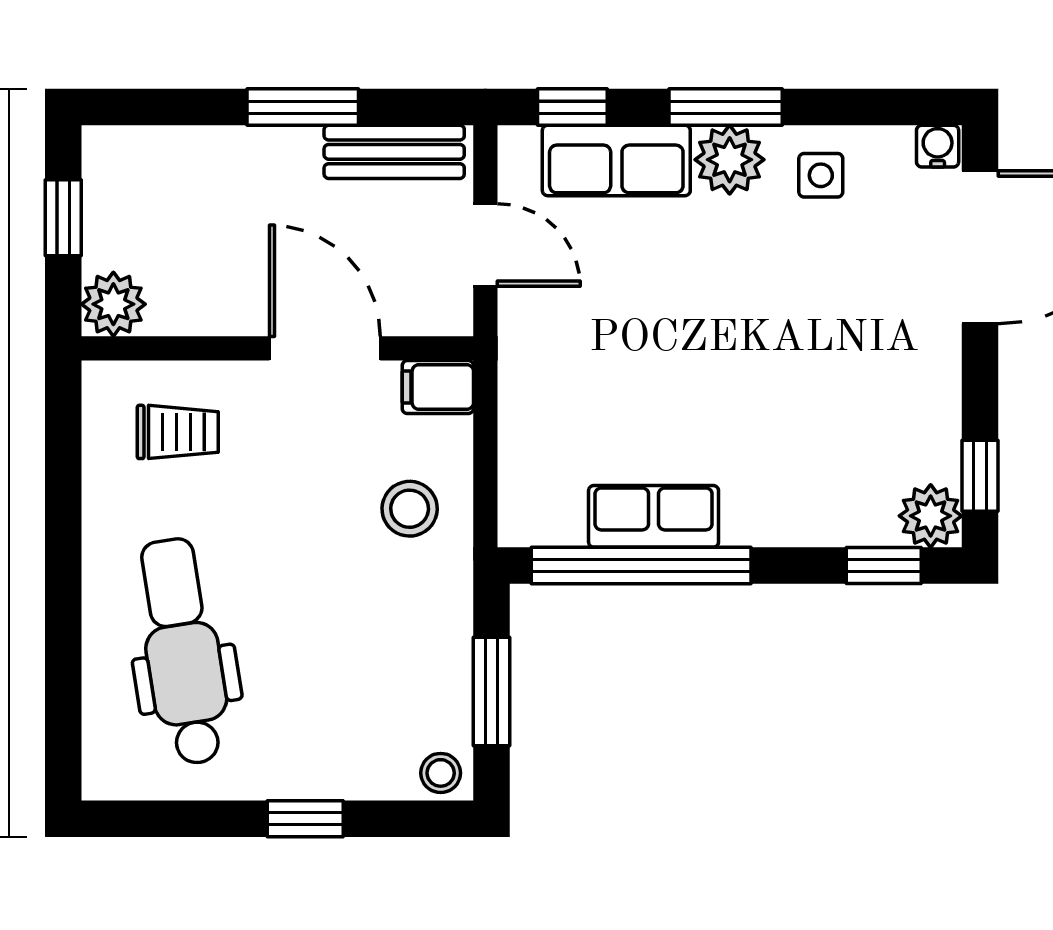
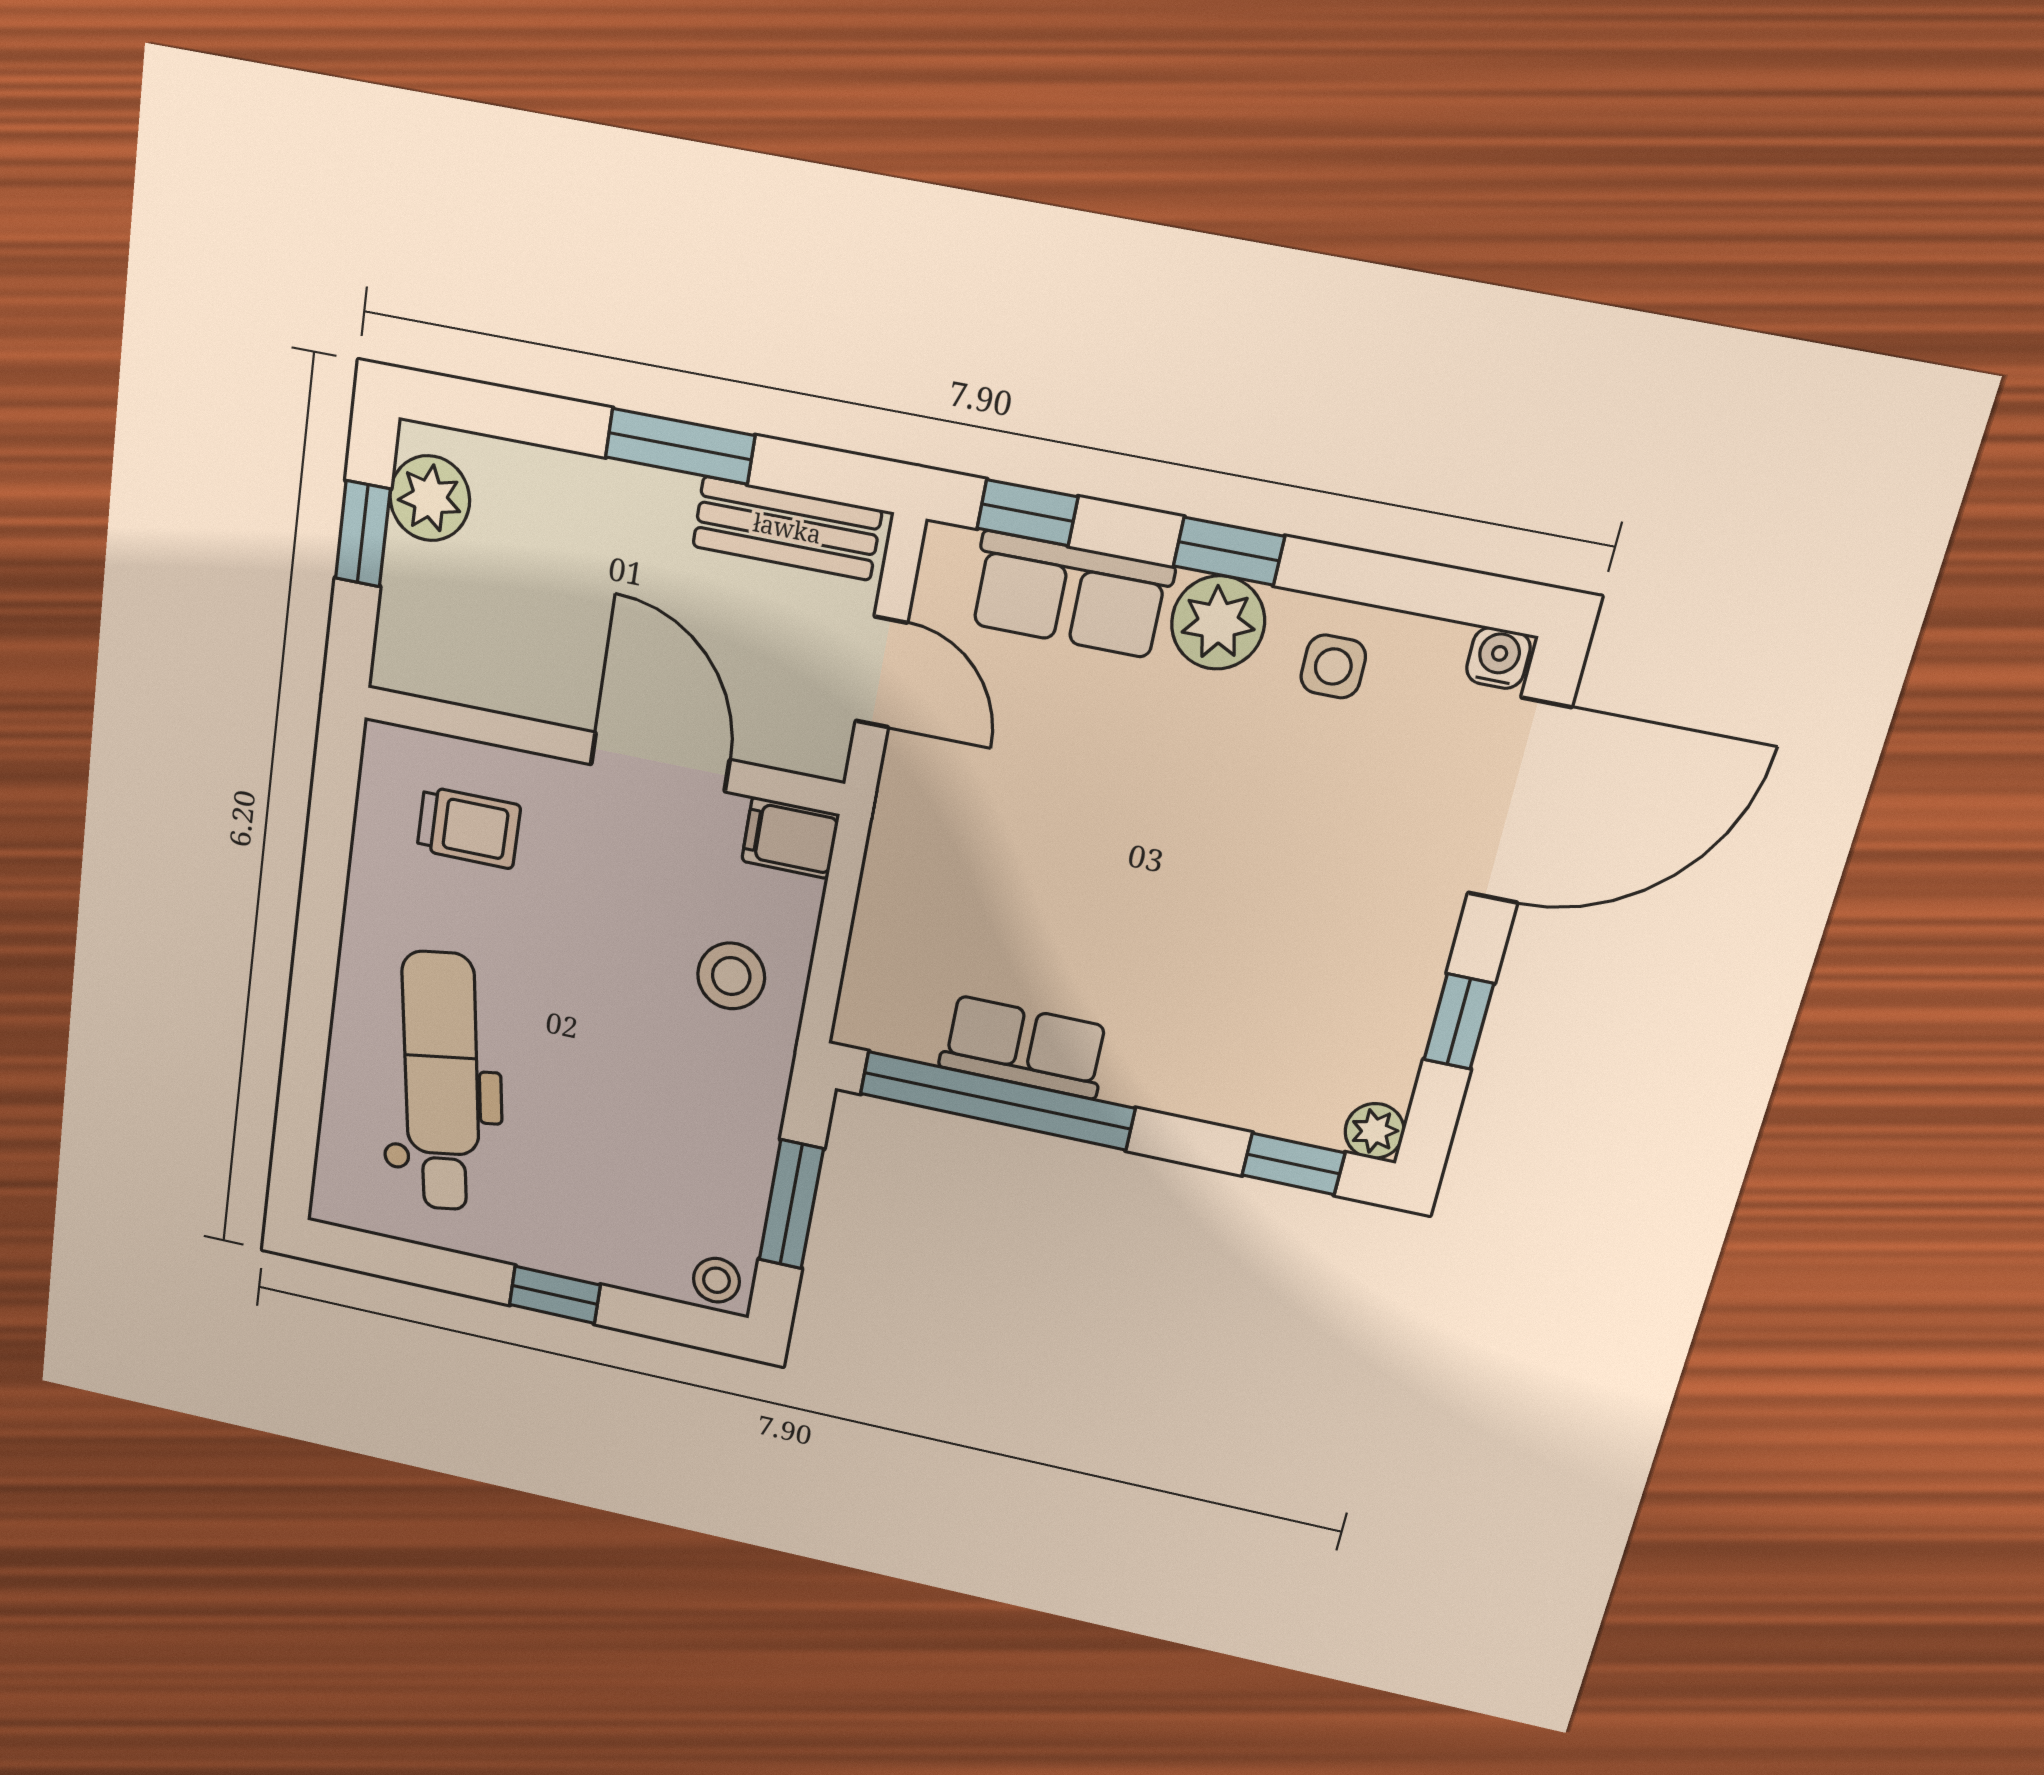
window: (726, 107) -> (1229, 551), width x0.67
plant: (113, 304) -> (430, 498), moved
window: (980, 476) -> (1459, 1022), moved
plant: (931, 516) -> (1375, 1131), width x0.73, depth x0.73

